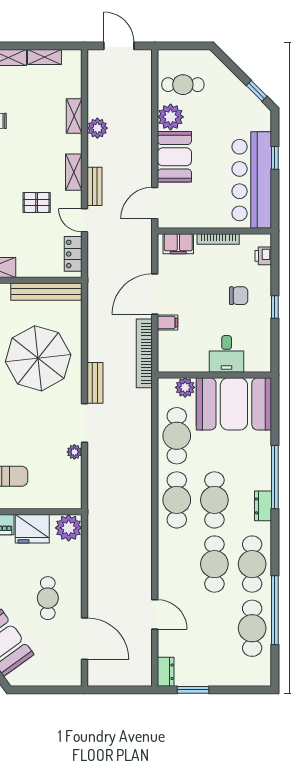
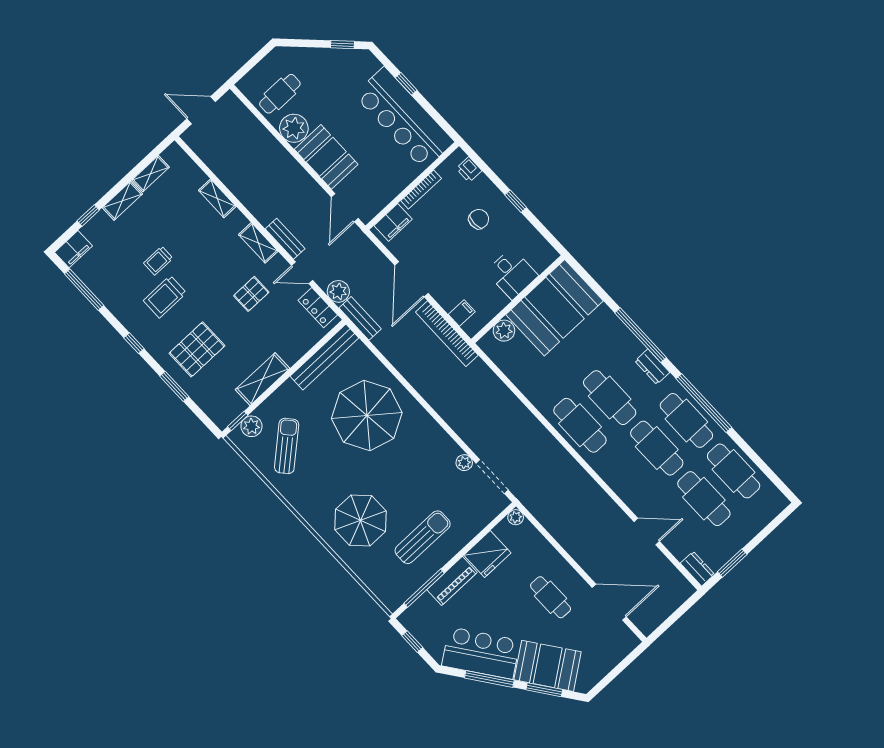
plant: (97, 128) -> (338, 291), moved
filing cabinet: (168, 323) -> (462, 313), moved
bench: (95, 383) -> (360, 318), moved
doorway: (85, 423) -> (492, 477), moved
cafe table: (177, 436) -> (704, 499), moved
plant: (69, 528) -> (516, 517), width x0.53, depth x0.53
window: (275, 610) -> (704, 403), moved

